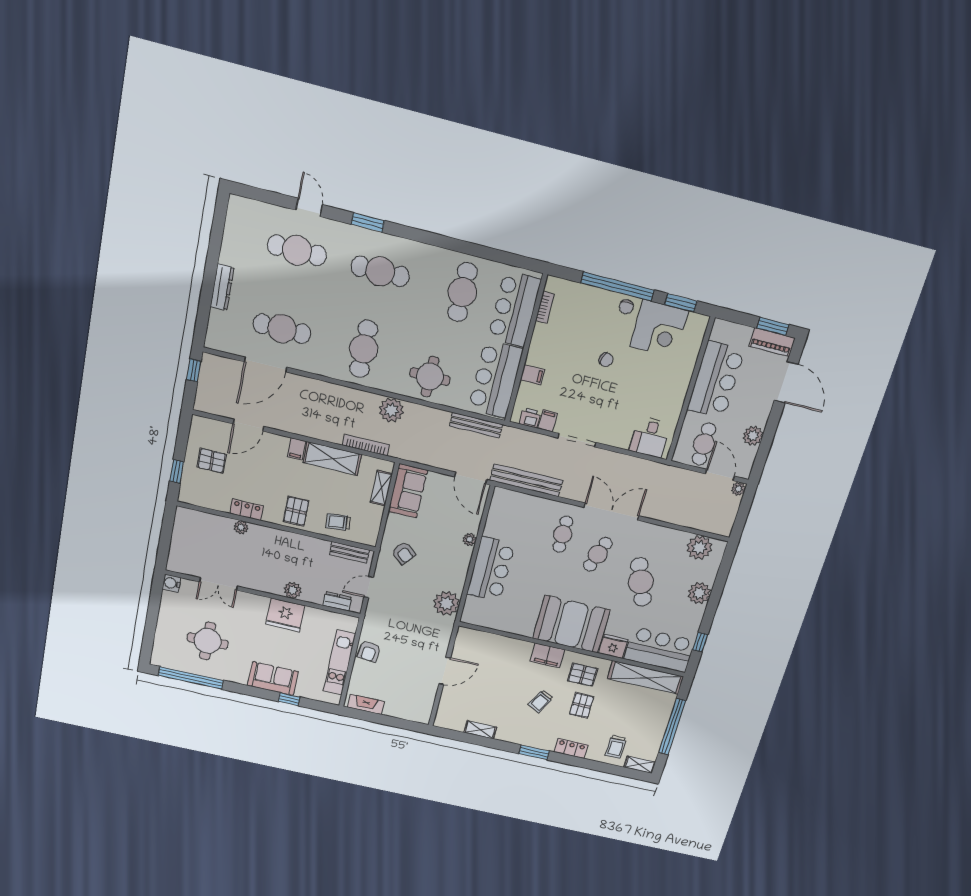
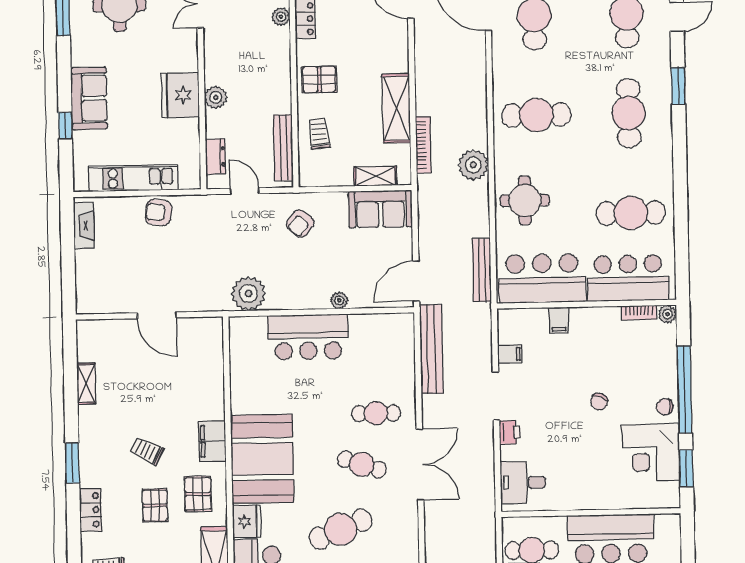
plant: (553, 284) -> (667, 314), added
printer: (530, 418) -> (510, 432), moved
filing cabinet: (297, 449) -> (397, 63), removed
bench: (349, 552) -> (283, 148), width x1.36
pallet: (582, 705) -> (155, 505), turned 90

